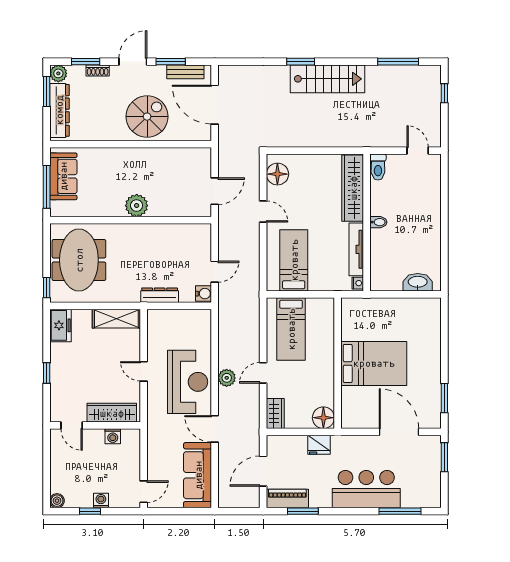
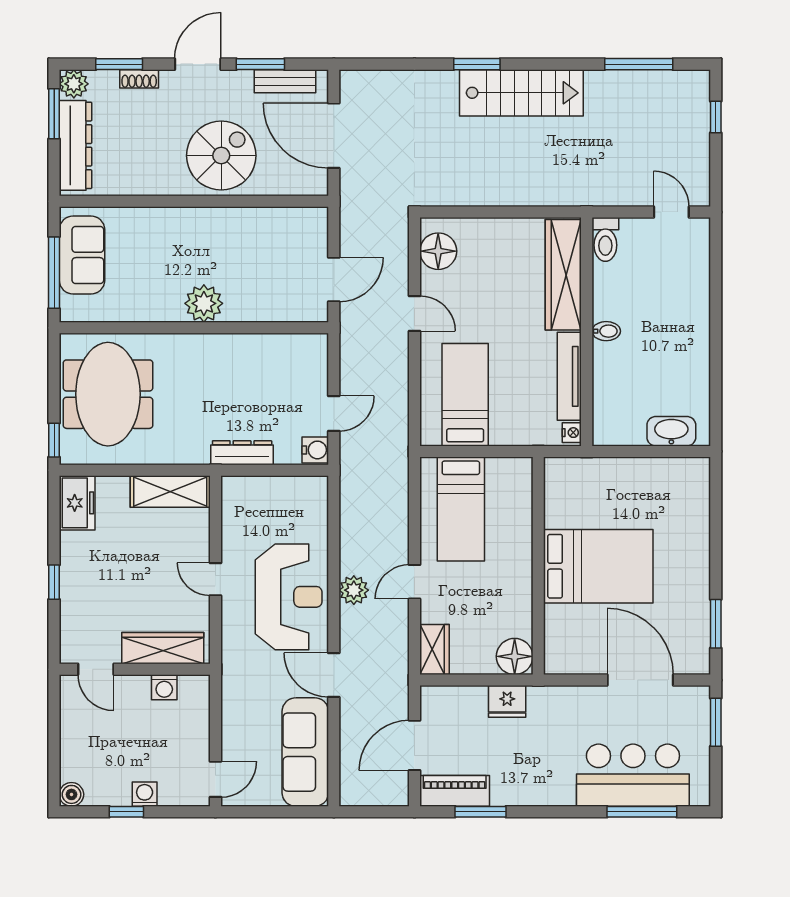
bar counter: (366, 489) -> (633, 775), moved

